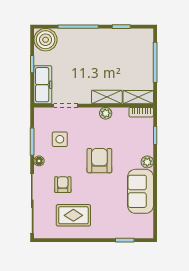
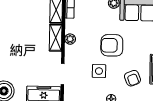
side table: (60, 139) -> (99, 71), moved
armchair: (63, 185) -> (132, 78), turned -112

